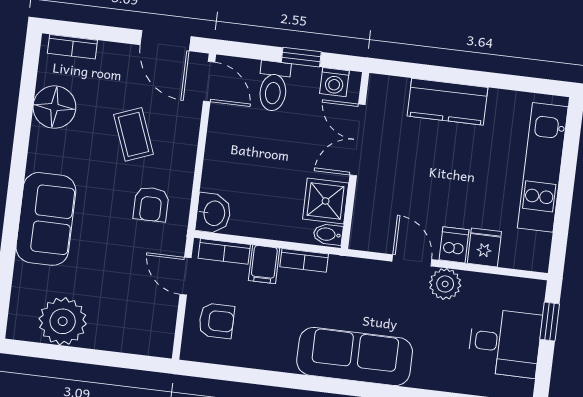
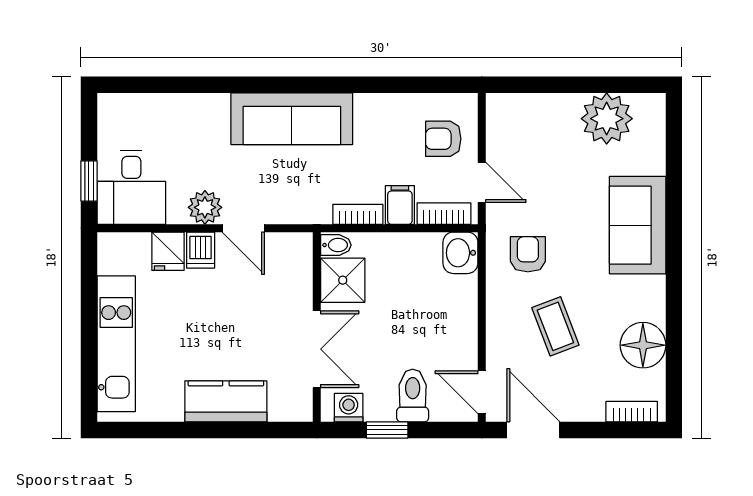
desk: (505, 343) -> (131, 187), moved, turned -90

